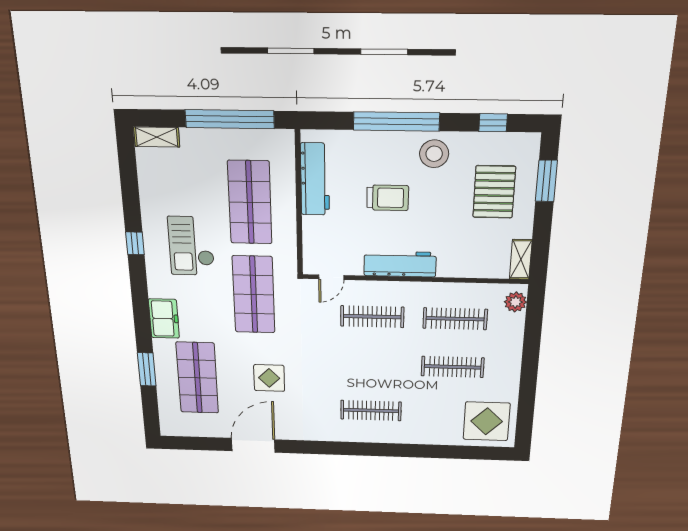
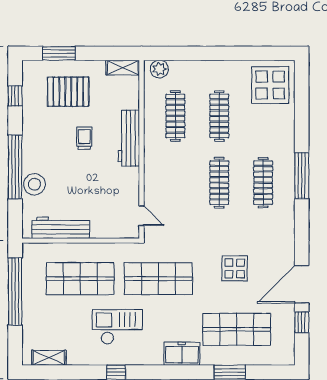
shelving: (157, 137) -> (49, 358), moved, turned 90
stool: (434, 154) -> (34, 184), moved
trolley: (388, 198) -> (84, 138), moved, width x0.73, depth x0.72
checkout: (191, 246) -> (117, 327), turned 180
workbench: (400, 264) -> (129, 138), moved
clothes rail: (372, 317) -> (219, 183), moved
window: (210, 444) -> (302, 322), added
door: (253, 445) -> (302, 284), hinge flipped
window: (379, 449) -> (302, 176), added

